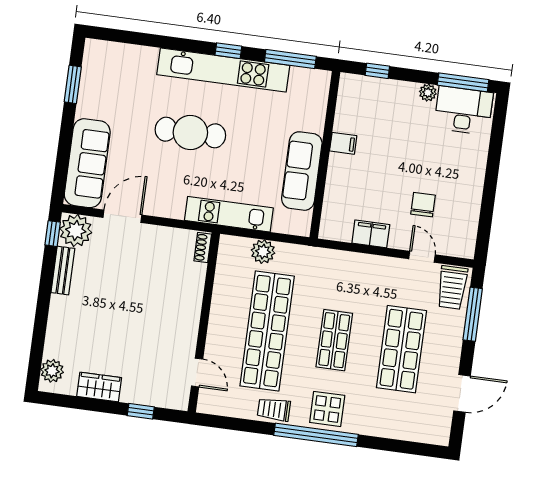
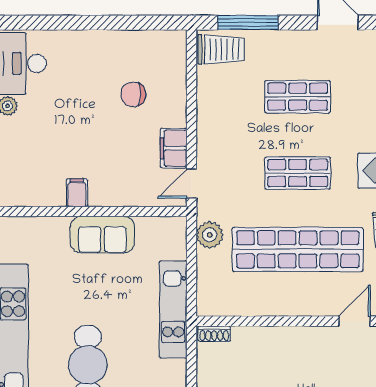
sofa: (302, 171) -> (102, 235), width x0.73
plant: (263, 252) -> (210, 235), moved
door: (422, 257) -> (191, 184), moved
shop shelf: (401, 349) -> (298, 97), width x0.70, depth x0.74

